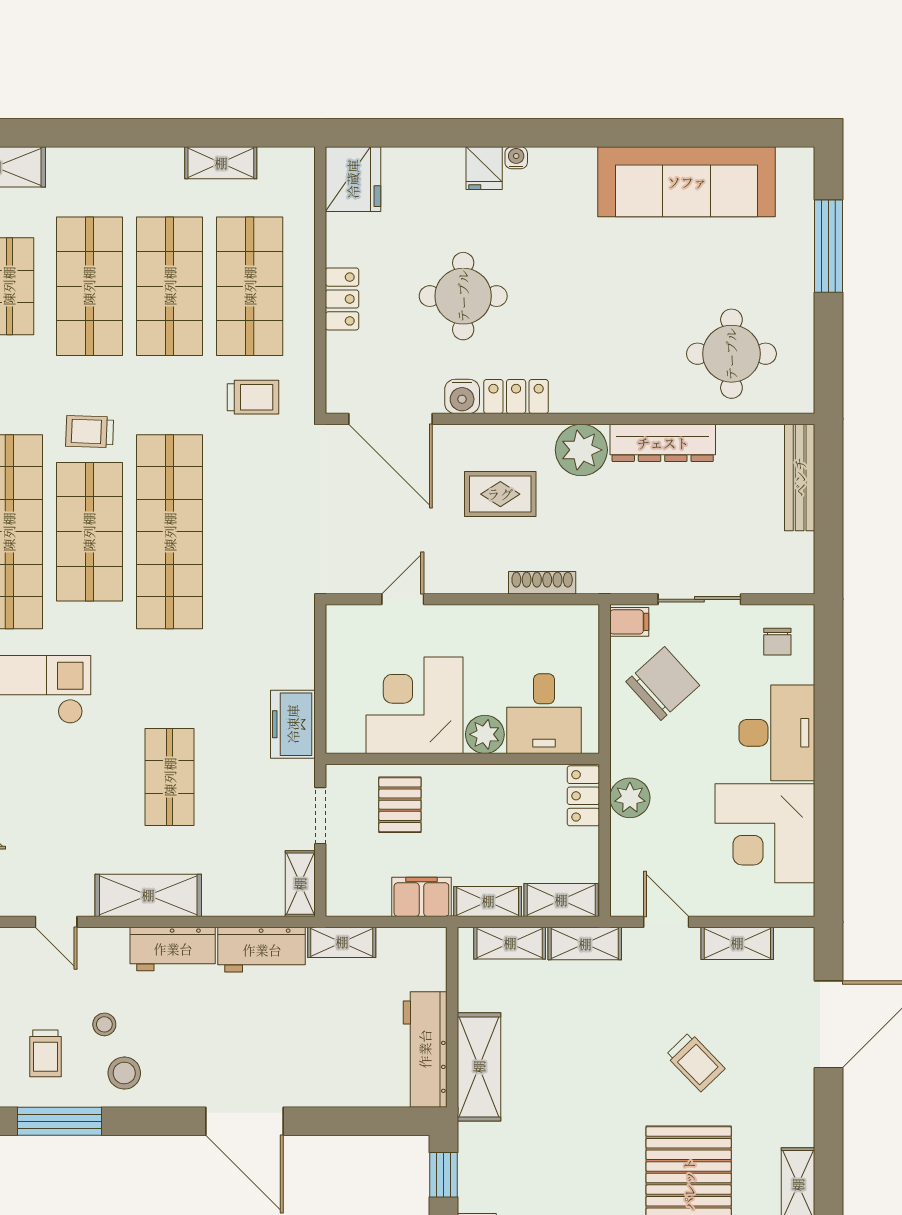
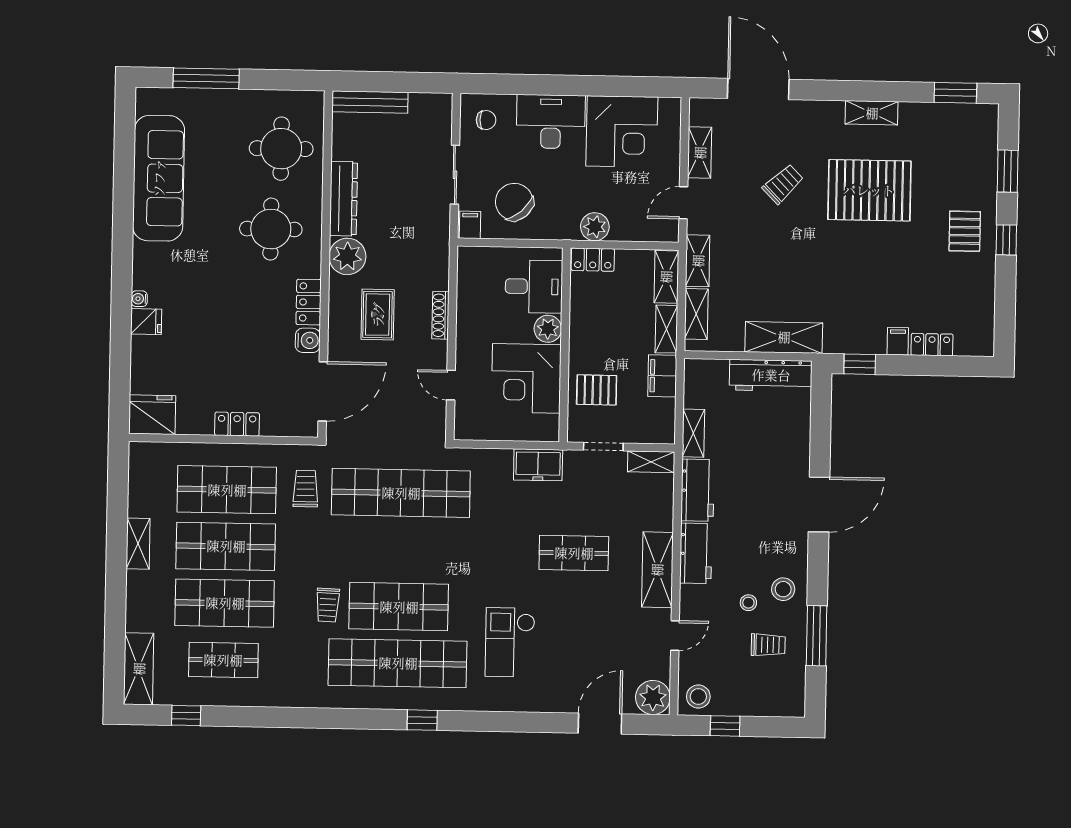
shelving: (221, 163) -> (138, 544), moved
round table: (463, 296) -> (271, 229), moved
shop shelf: (170, 532) -> (401, 493), moved
shoe rack: (542, 583) -> (440, 315), moved

